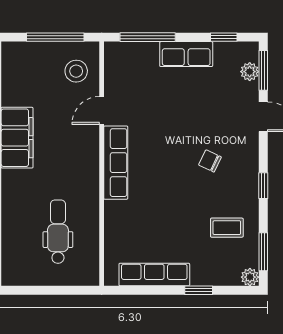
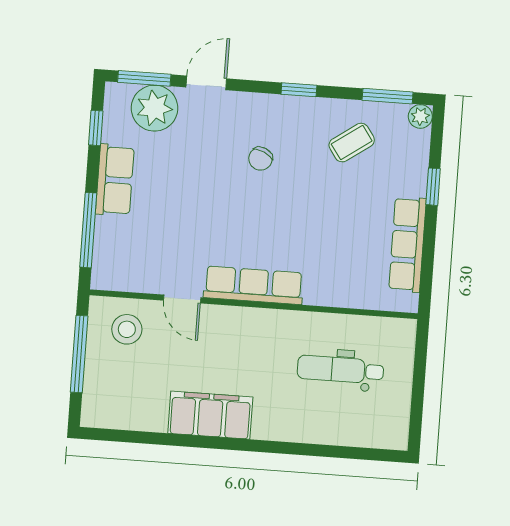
plant: (250, 72) -> (155, 108), width x1.88, depth x1.88
coffee table: (227, 228) -> (352, 143), turned 55

